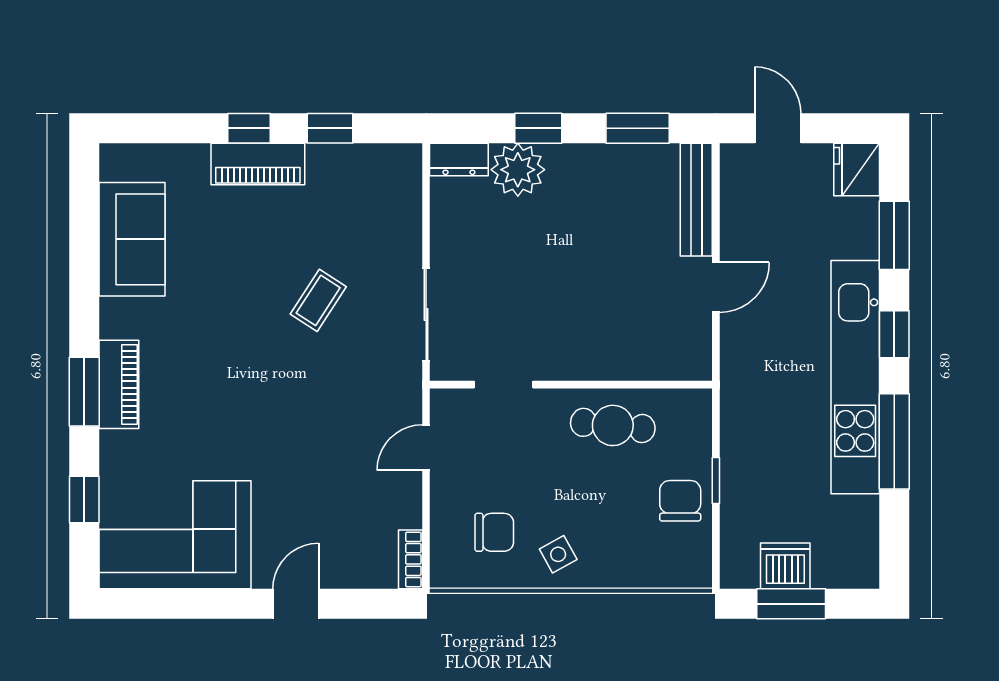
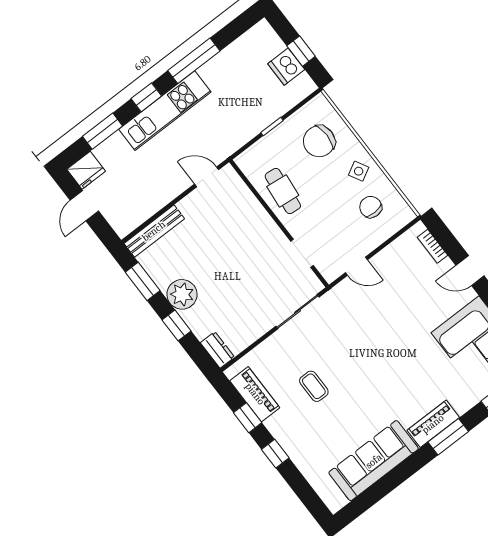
door: (778, 128) -> (84, 206), moved
piano: (258, 164) -> (255, 394), moved
plant: (518, 170) -> (182, 294), moved
sofa: (132, 239) -> (374, 461), width x1.36
door: (716, 287) -> (207, 177), moved
coffee table: (318, 300) -> (314, 386), moved, turned 57
kitchen unit: (855, 377) -> (165, 111), width x0.73
chair: (680, 501) -> (319, 141), moved, width x1.37, depth x1.37
bookcase: (411, 559) -> (432, 246), moved, turned 90
window: (791, 604) -> (301, 51), width x0.67

